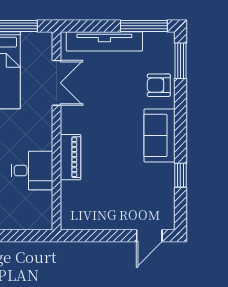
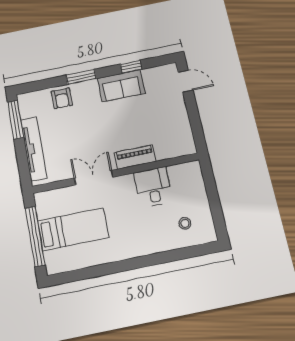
window: (180, 61) -> (81, 77), moved
double door: (57, 83) -> (94, 178), moved
sofa: (159, 135) -> (121, 86), moved

